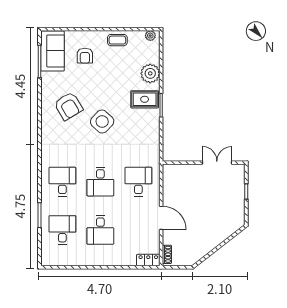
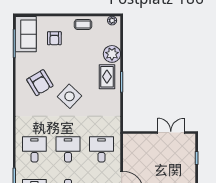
rug: (145, 99) -> (107, 77), turned 90
desk: (100, 182) -> (68, 149), turned 180

